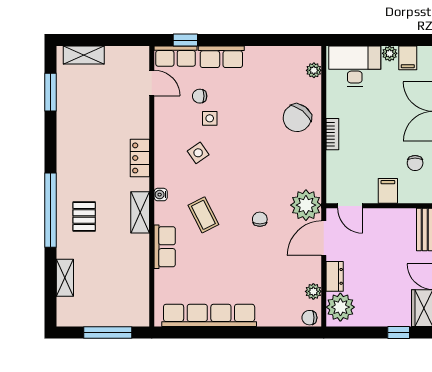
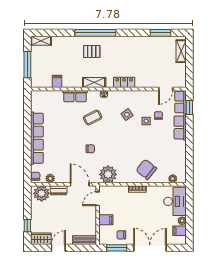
plant: (306, 205) -> (108, 174), moved
shelving: (65, 278) -> (41, 41), moved
filing cabinet: (138, 279) -> (57, 81), added
row of seats: (209, 315) -> (37, 138), moved

